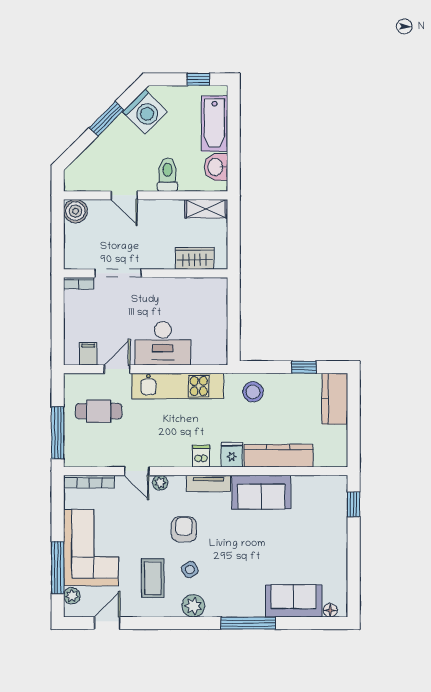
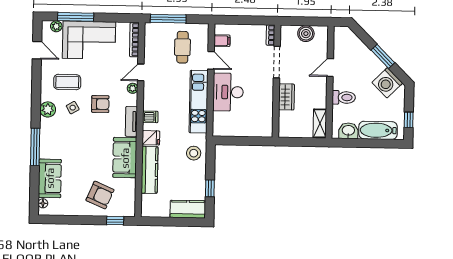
boiler: (75, 211) -> (306, 34), moved
wardrobe: (195, 258) -> (286, 97), moved
armchair: (317, 527) -> (100, 195), added

